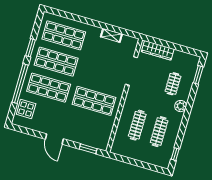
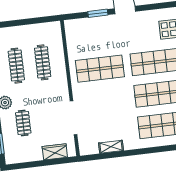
wardrobe: (158, 50) -> (55, 152), width x0.67
window: (88, 149) -> (98, 13), moved

